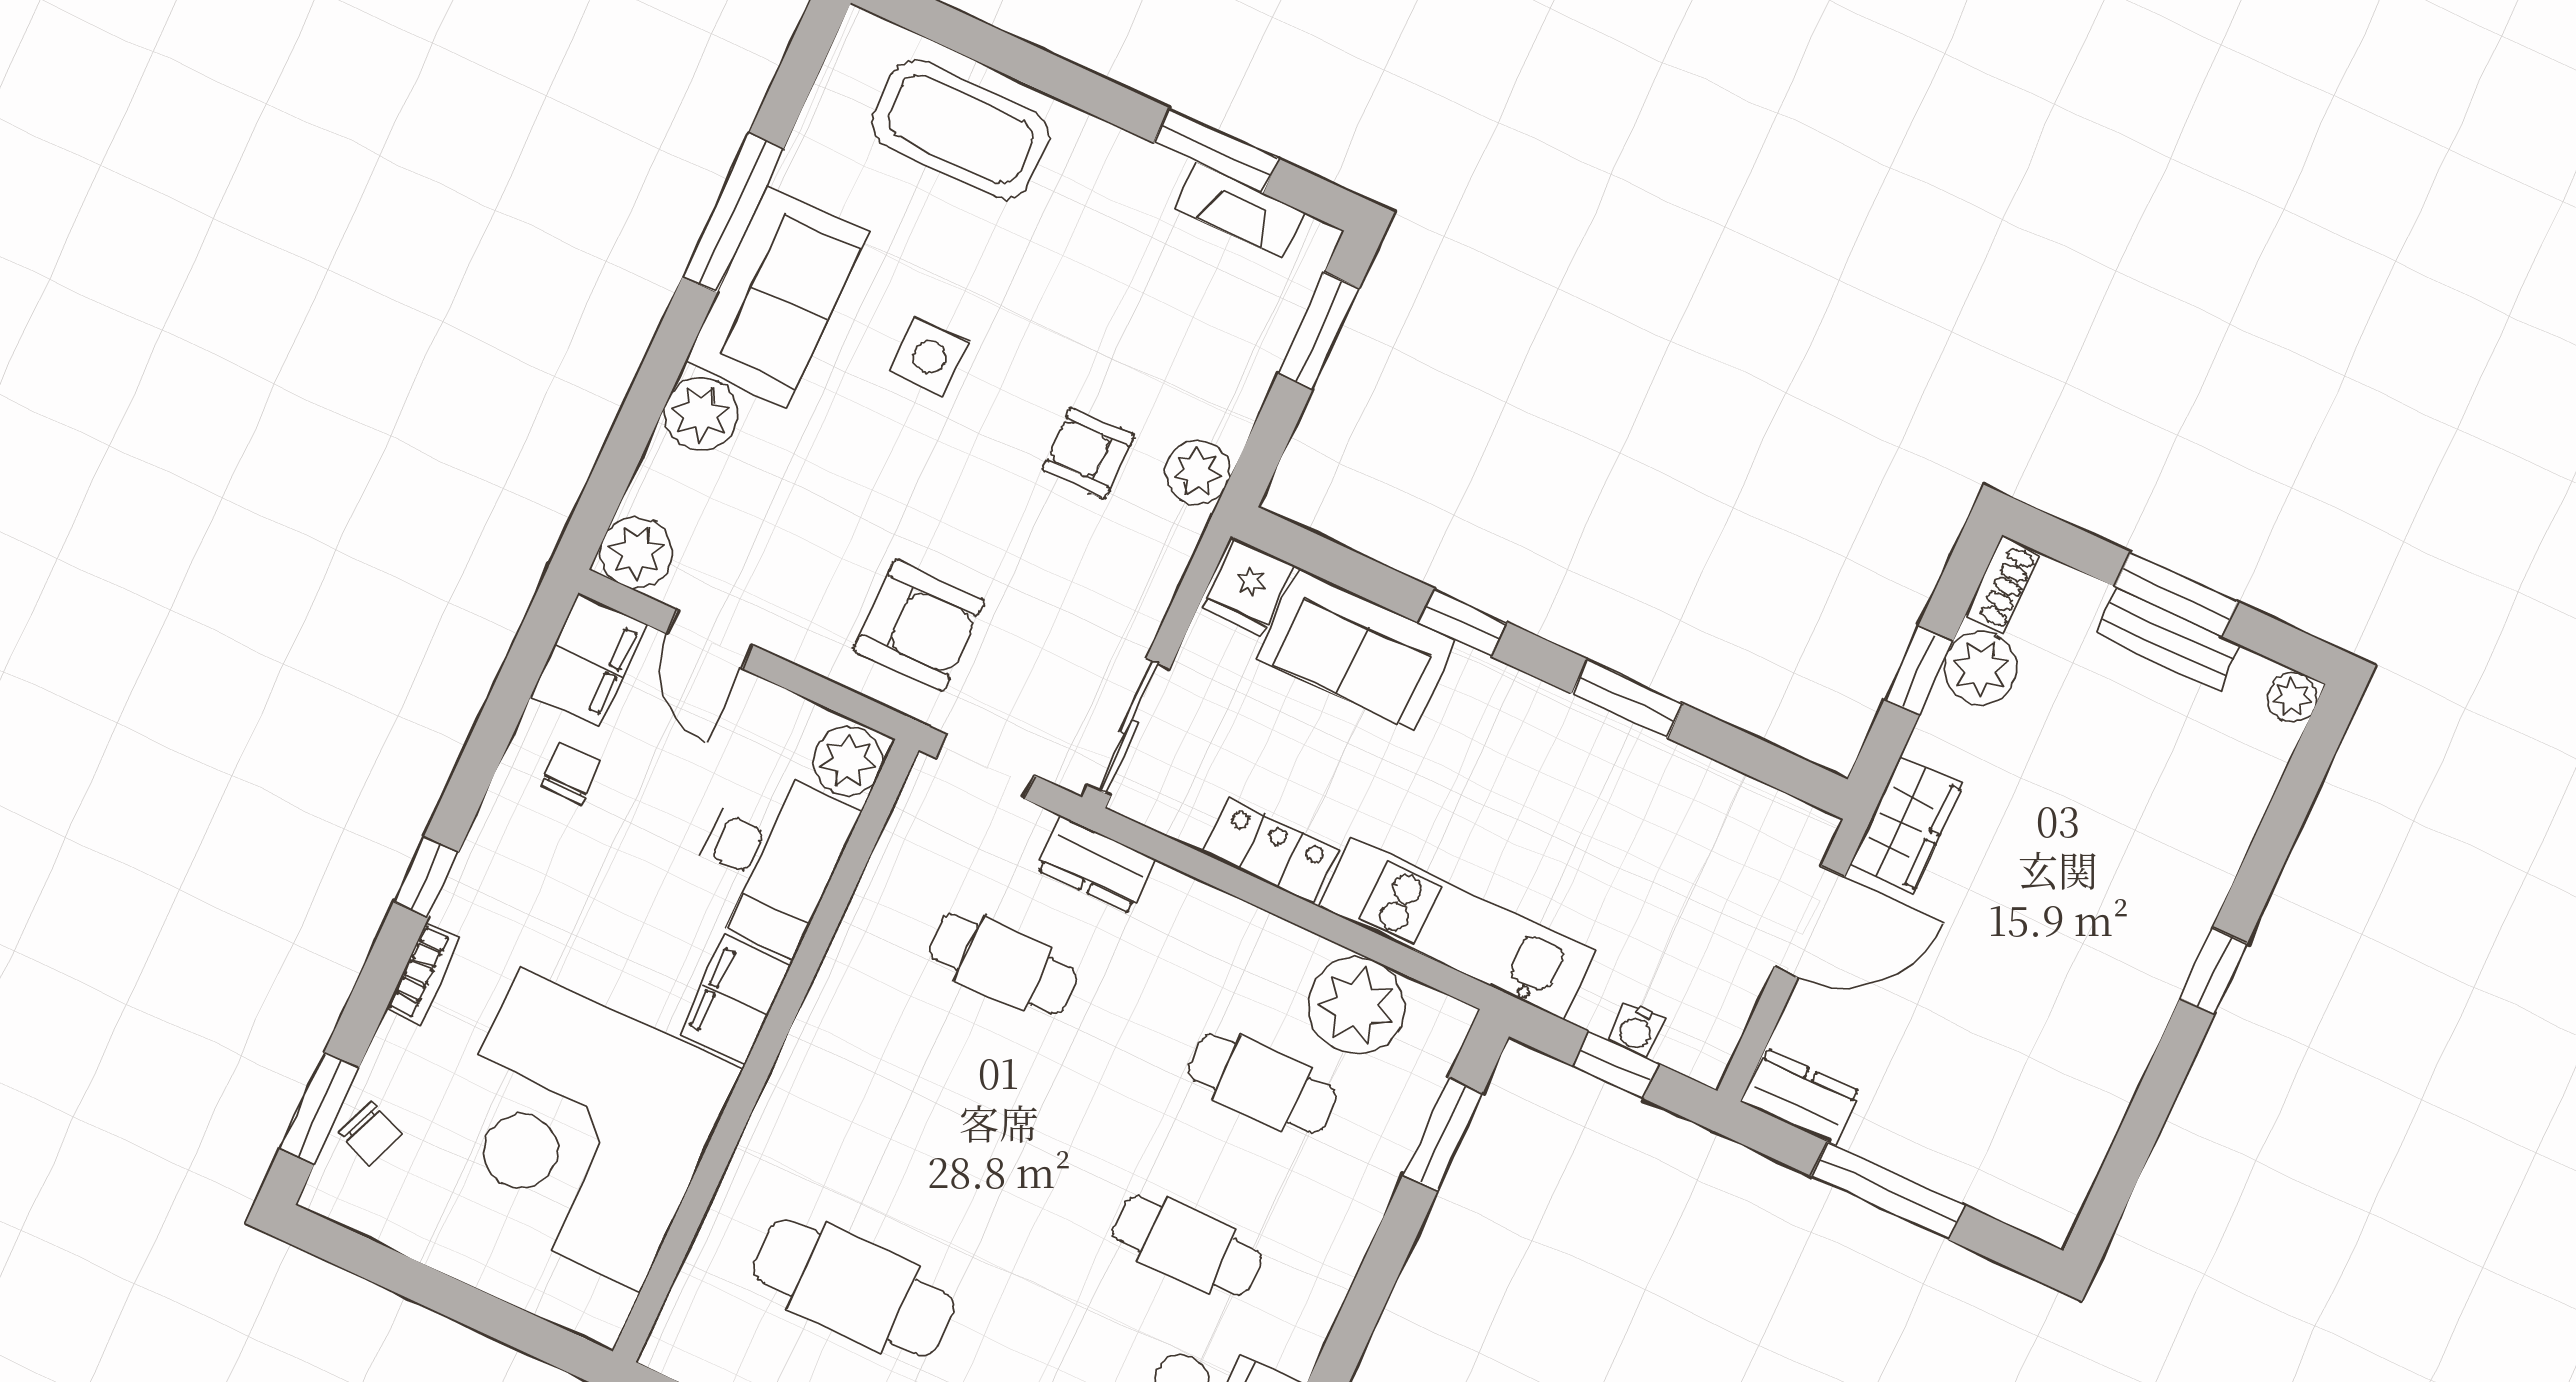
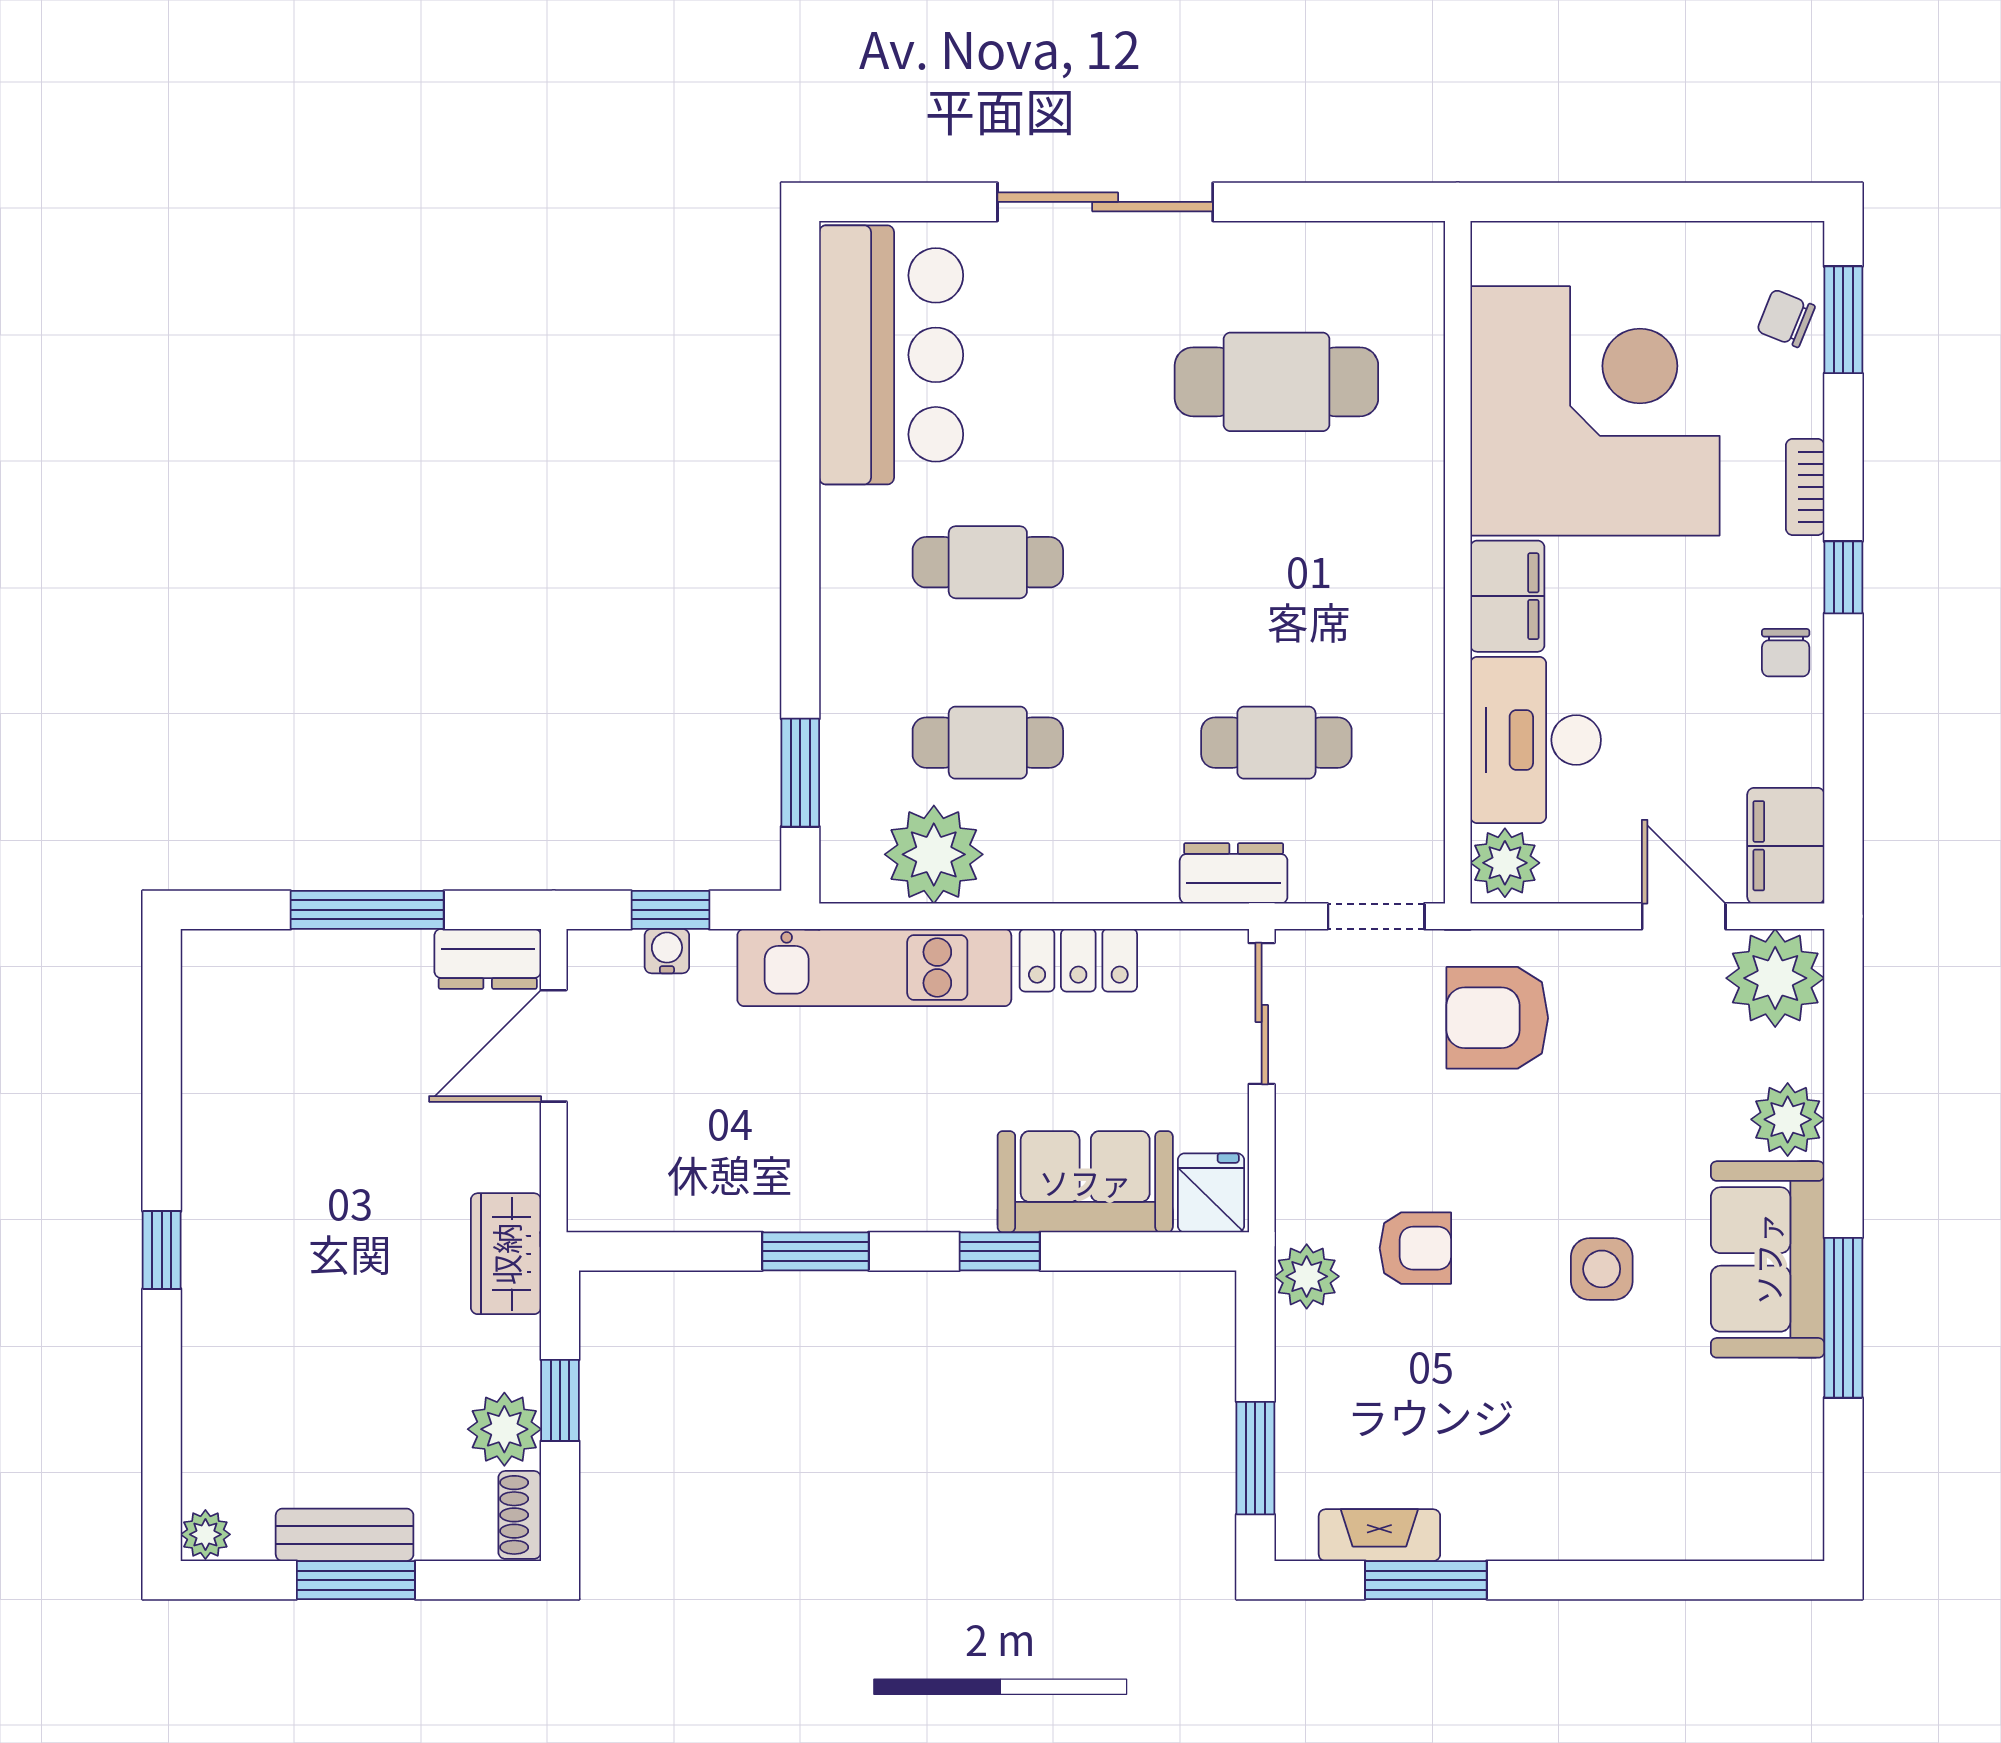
coffee table: (960, 129) -> (1670, 1491), removed
plant: (636, 552) -> (1775, 978), width x1.36, depth x1.36
chair: (571, 774) -> (1786, 653), moved
door: (1810, 922) -> (554, 1046), moved

